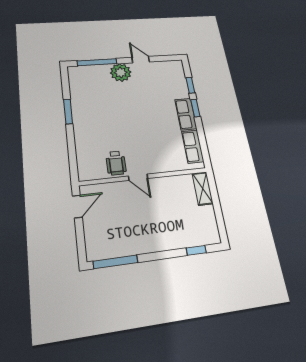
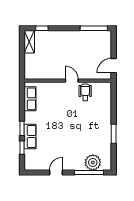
door: (141, 60) -> (56, 173), swing flipped
plant: (121, 72) -> (93, 162), moved
row of seats: (186, 114) -> (30, 137), moved
shelving: (202, 188) -> (29, 42), moved

